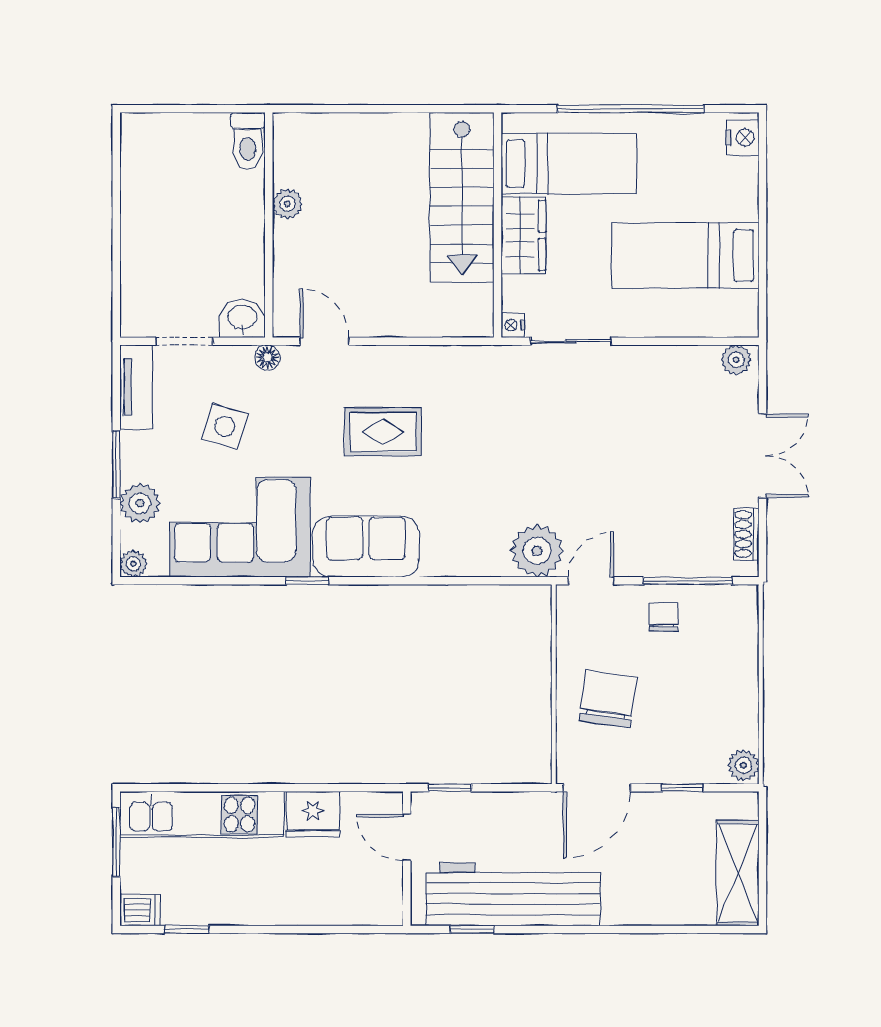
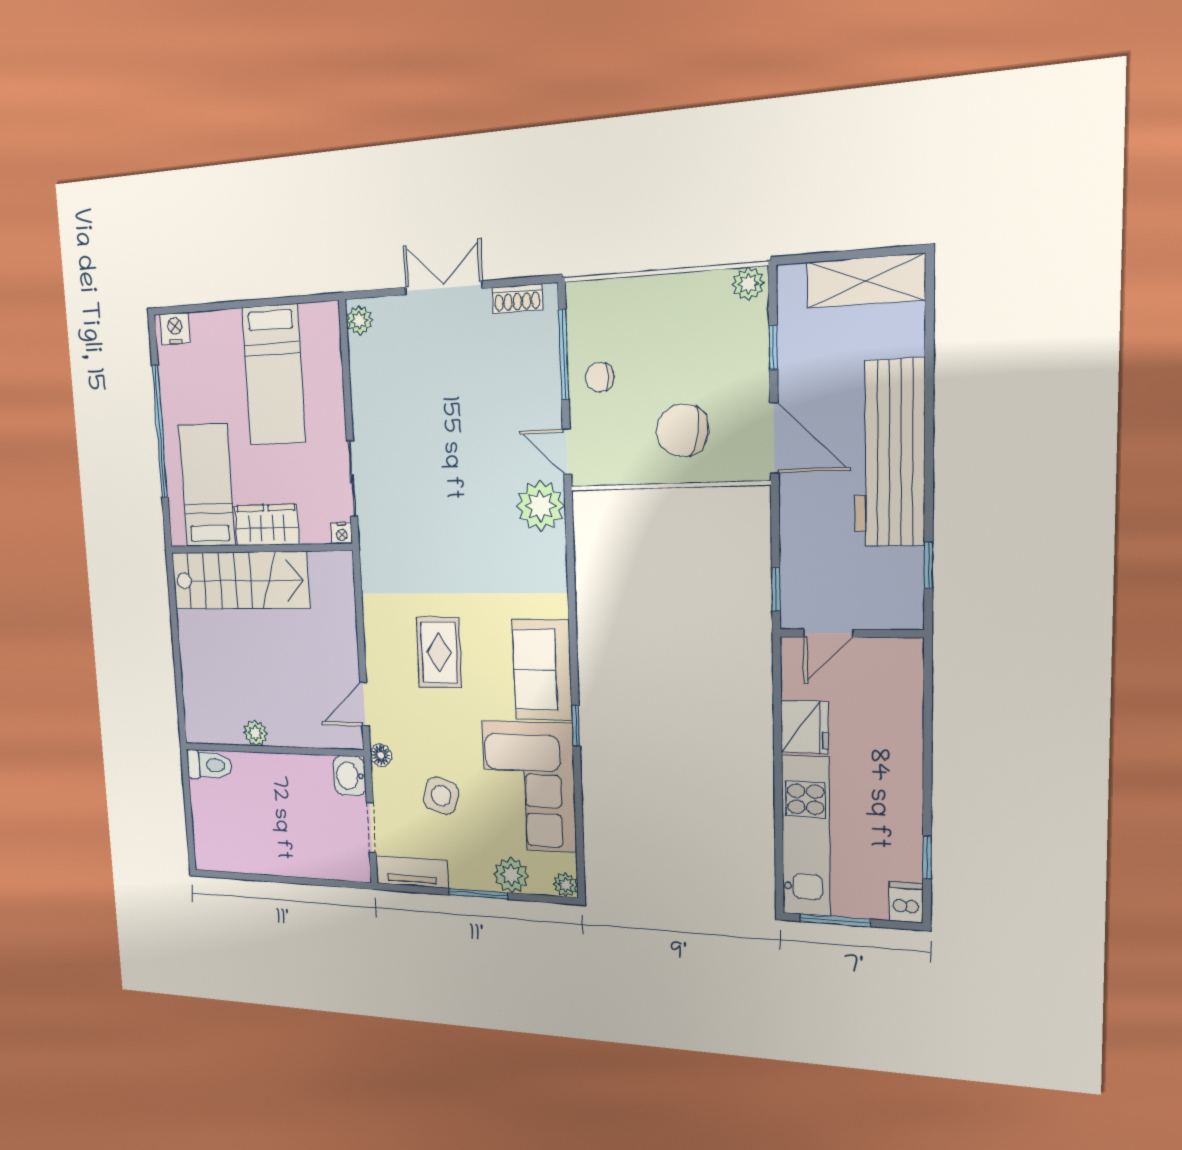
workbench: (513, 894) -> (889, 453), moved

